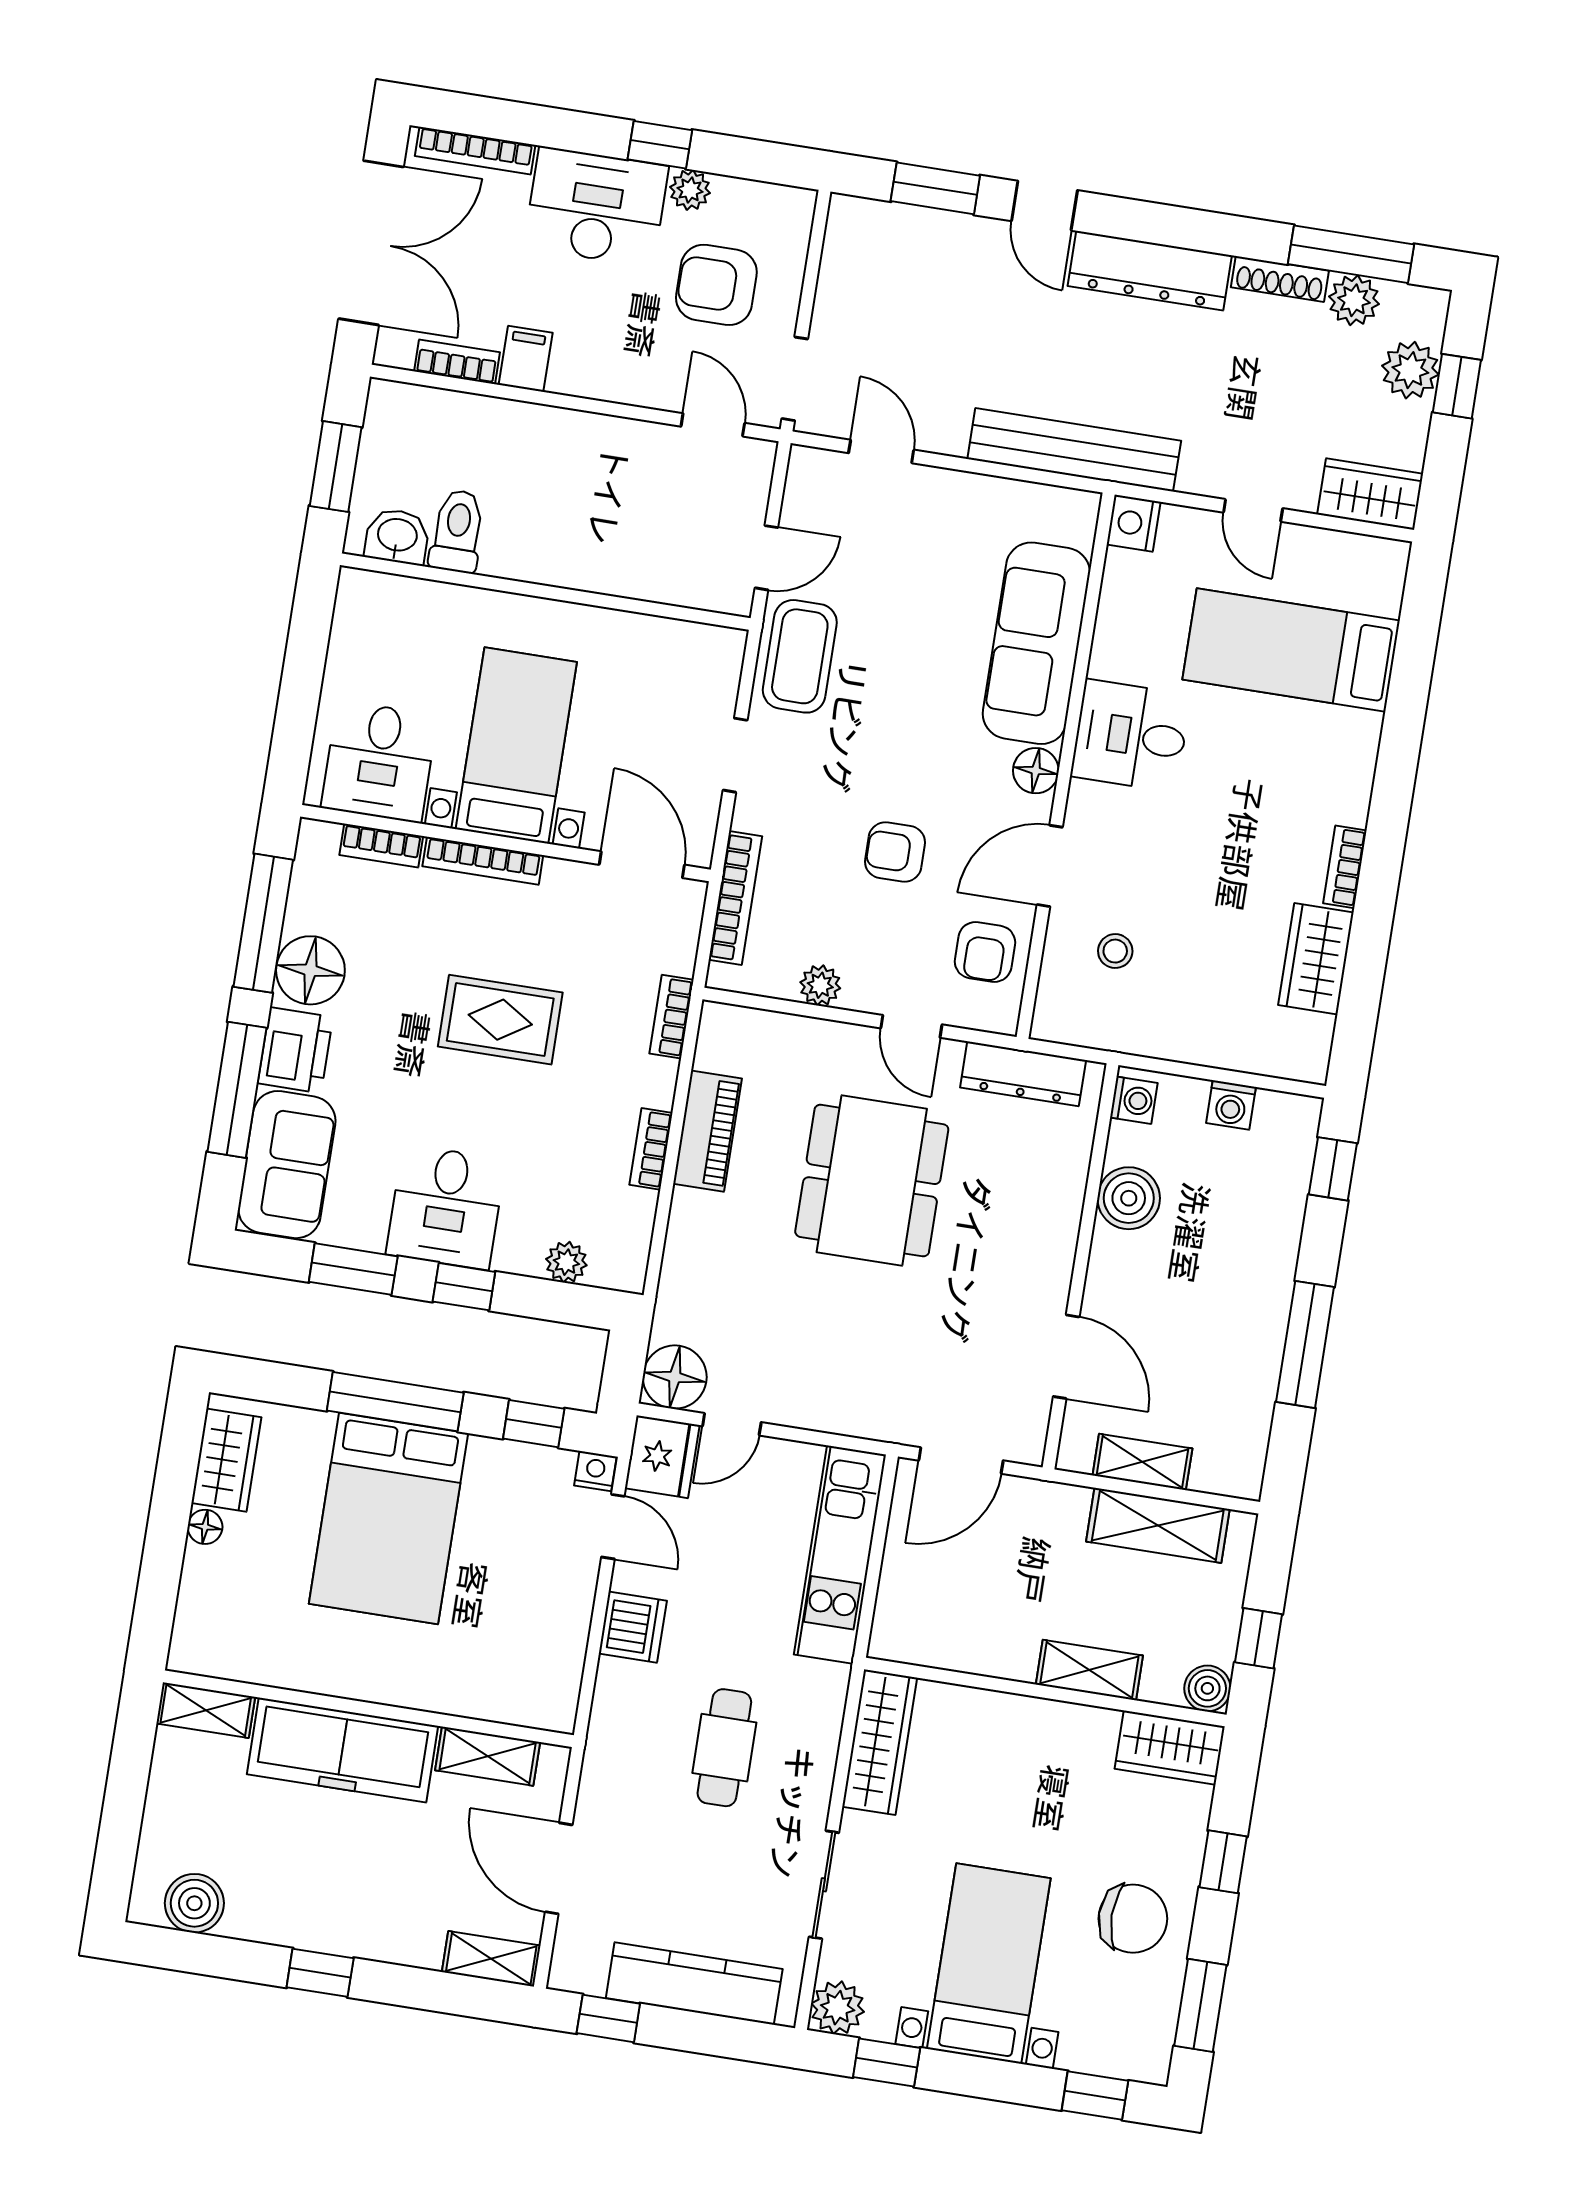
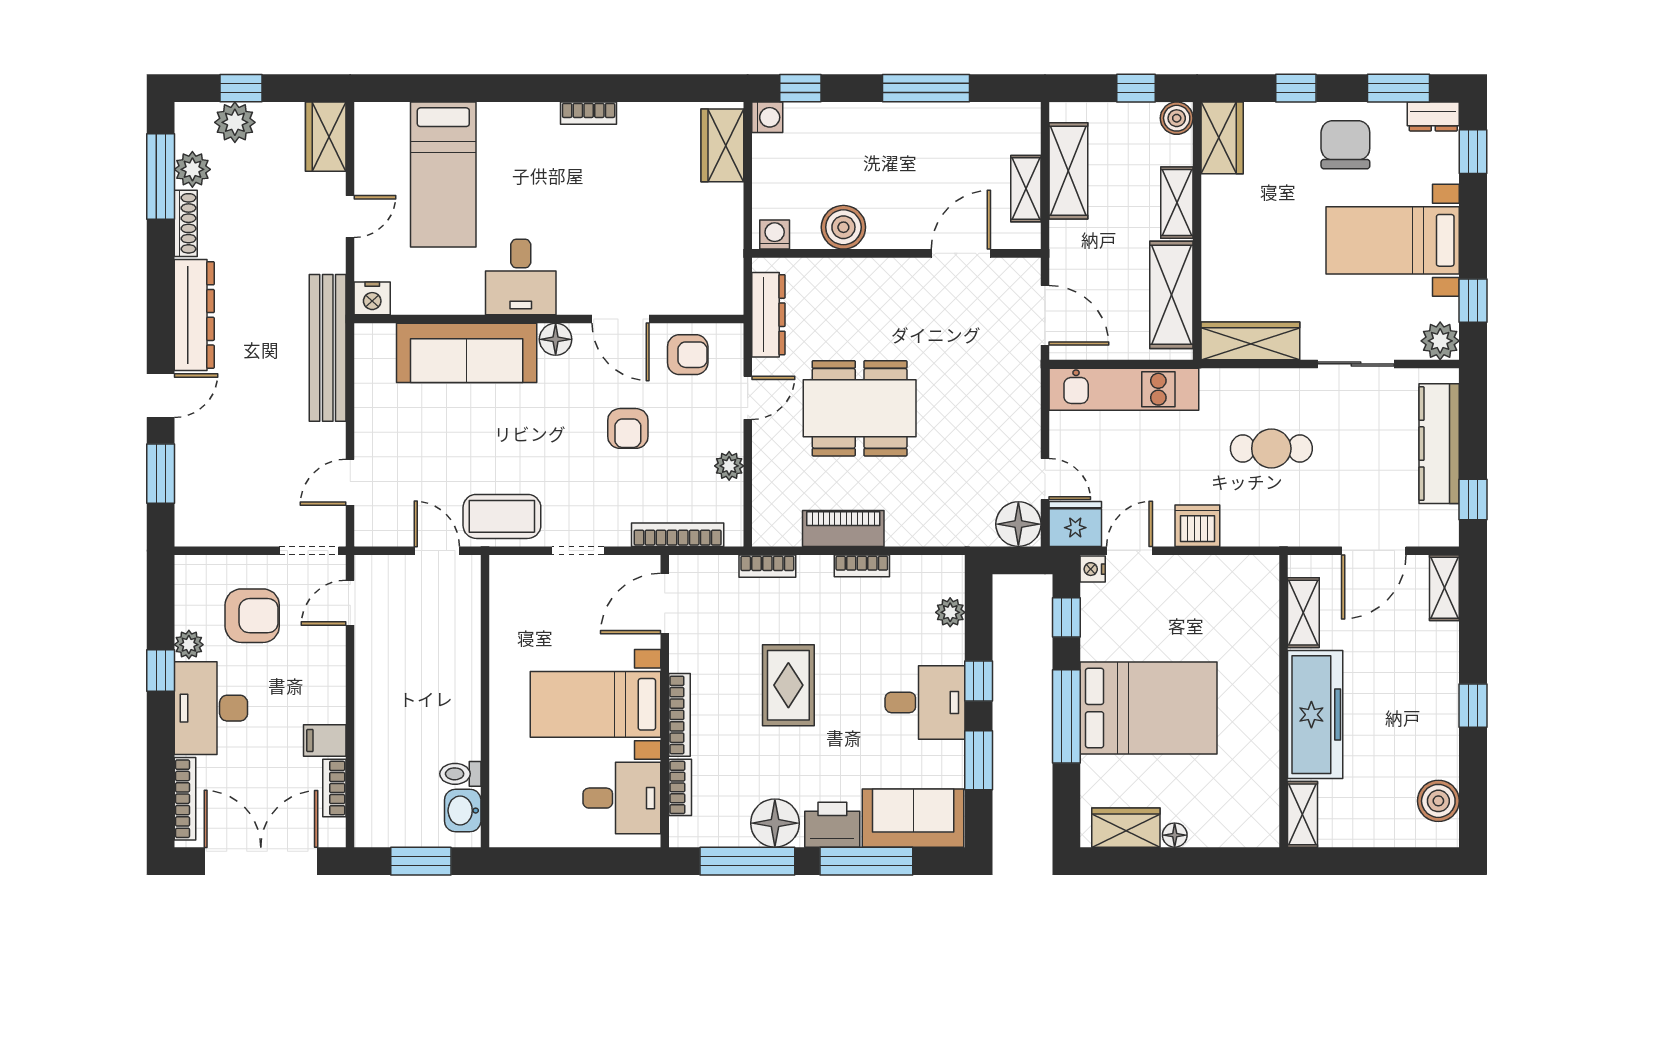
armchair: (716, 285) -> (252, 616), turned -90
toilet: (457, 531) -> (460, 774), width x0.73, depth x0.72
stool: (1115, 951) -> (673, 264), removed
wardrobe: (1316, 959) -> (722, 145), moved, turned 90
washing machine: (1231, 1105) -> (767, 117), moved
shelving: (962, 1642) -> (1171, 295), added
dresser: (1153, 2048) -> (1433, 116), added

